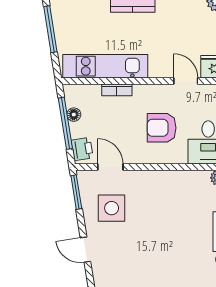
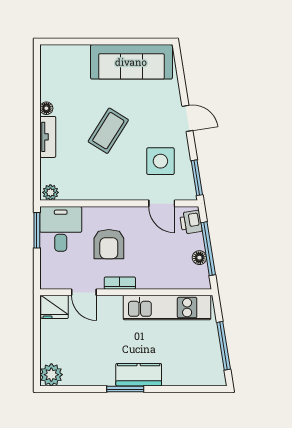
bookcase: (117, 90) -> (120, 283), moved
armchair: (162, 128) -> (109, 244), turned 90
coffee table: (162, 238) -> (108, 131), added

